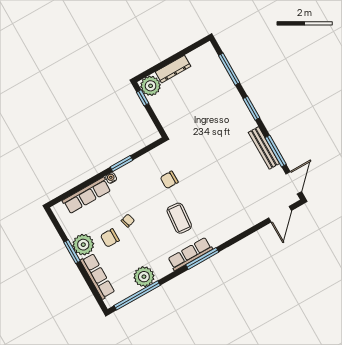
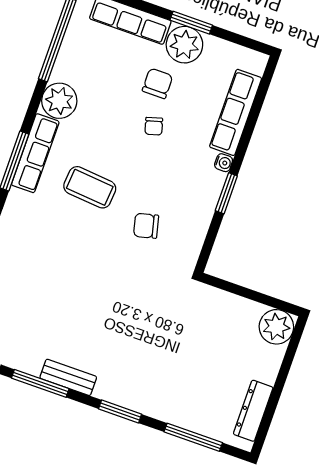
dresser: (173, 69) -> (253, 411), moved
window: (143, 98) -> (273, 302), removed
bench: (264, 148) -> (68, 377), width x0.73
chair: (169, 180) -> (146, 226), turned -104
plant: (144, 277) -> (59, 101), moved

